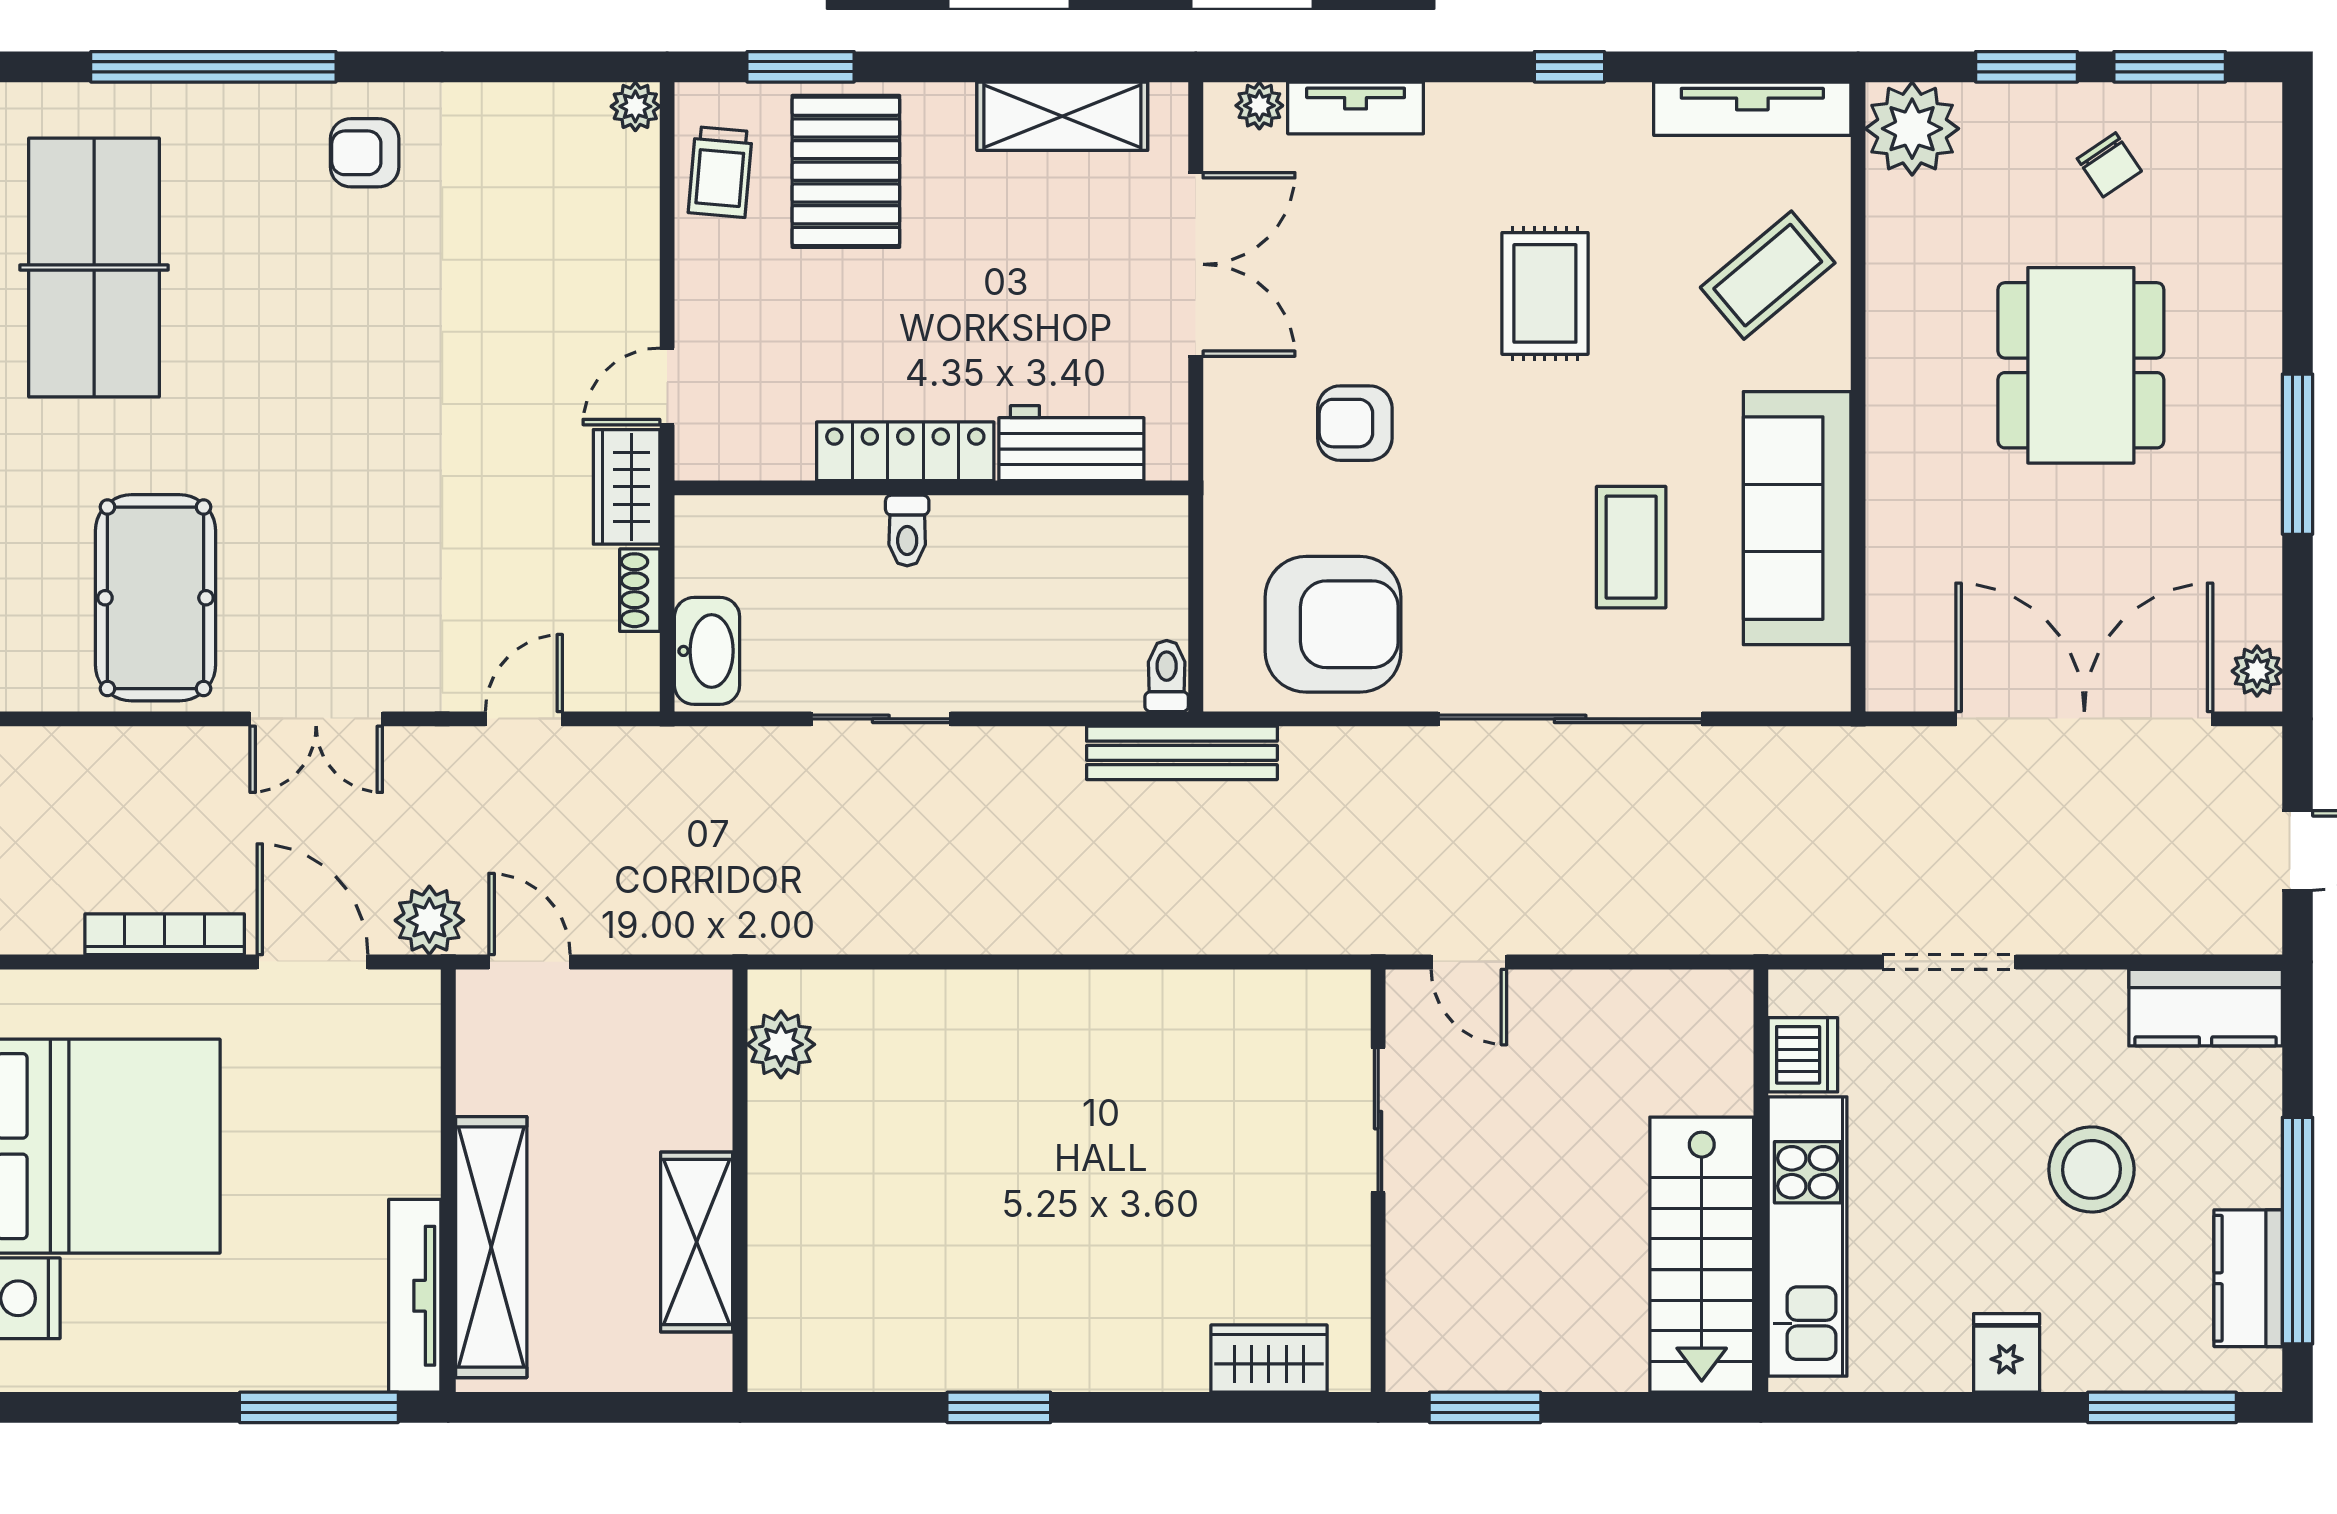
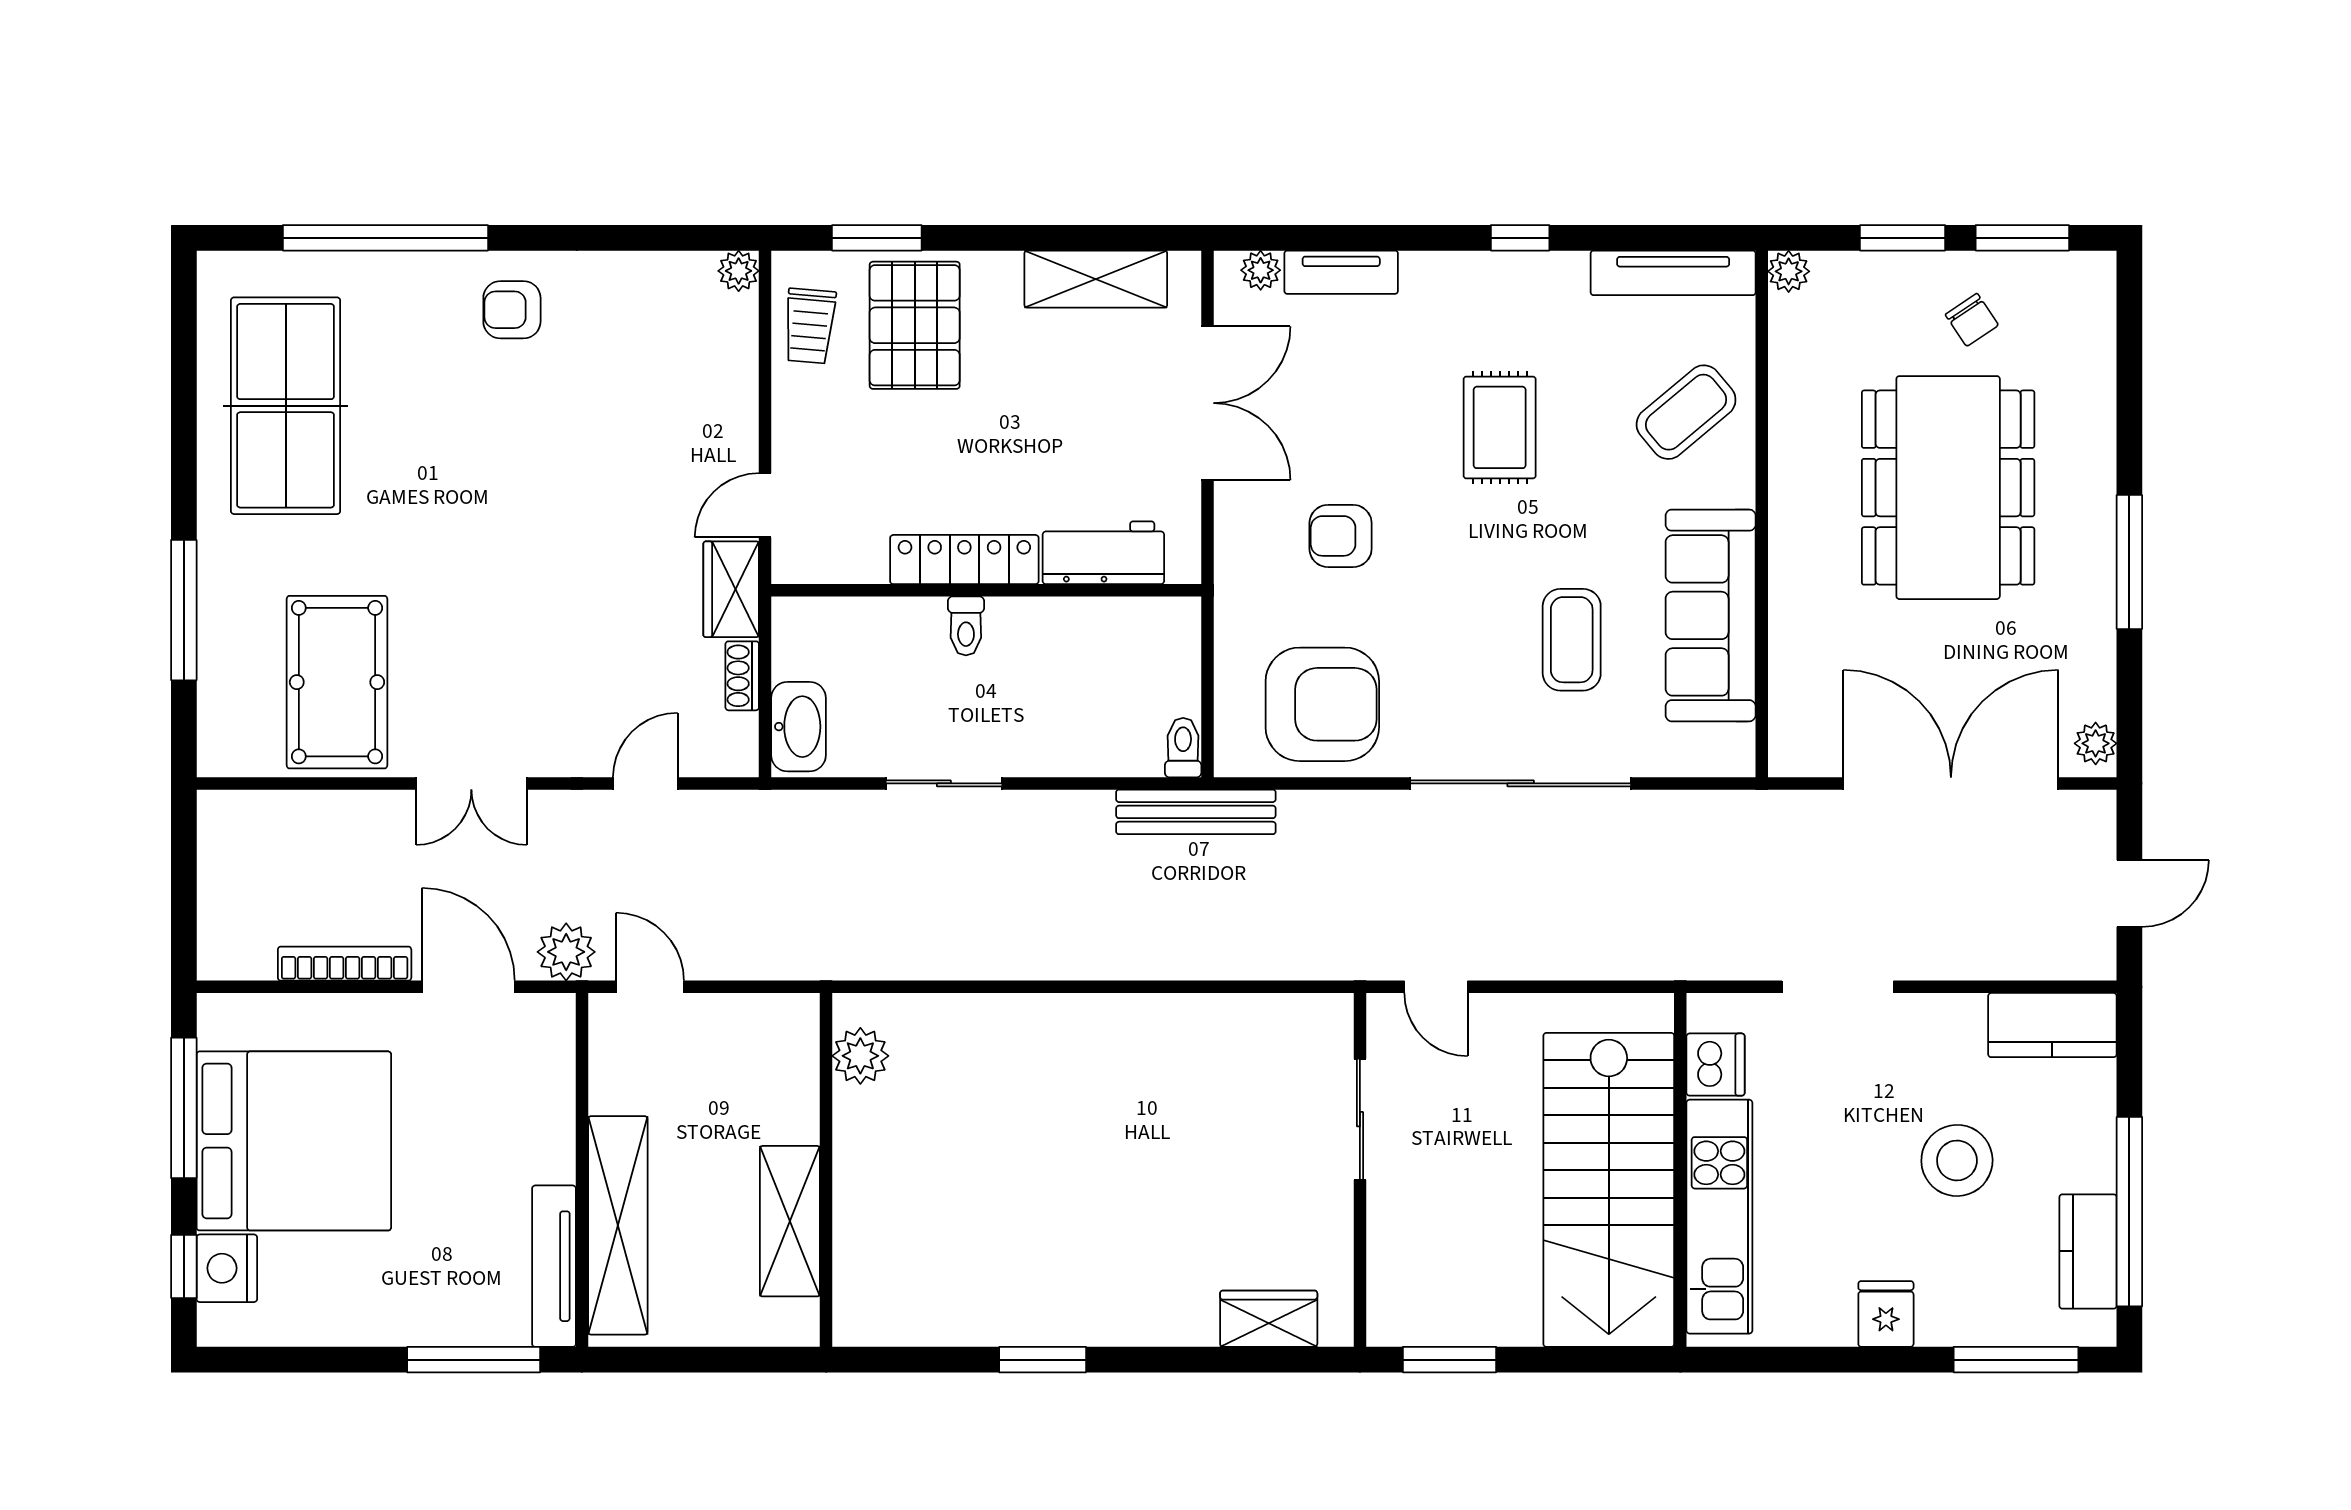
plant: (1912, 129) -> (1789, 271), width x0.53, depth x0.53
dining table: (2081, 365) -> (1948, 488), width x1.36, depth x1.24
stairs: (1702, 1255) -> (1609, 1190), width x1.36, depth x1.51

